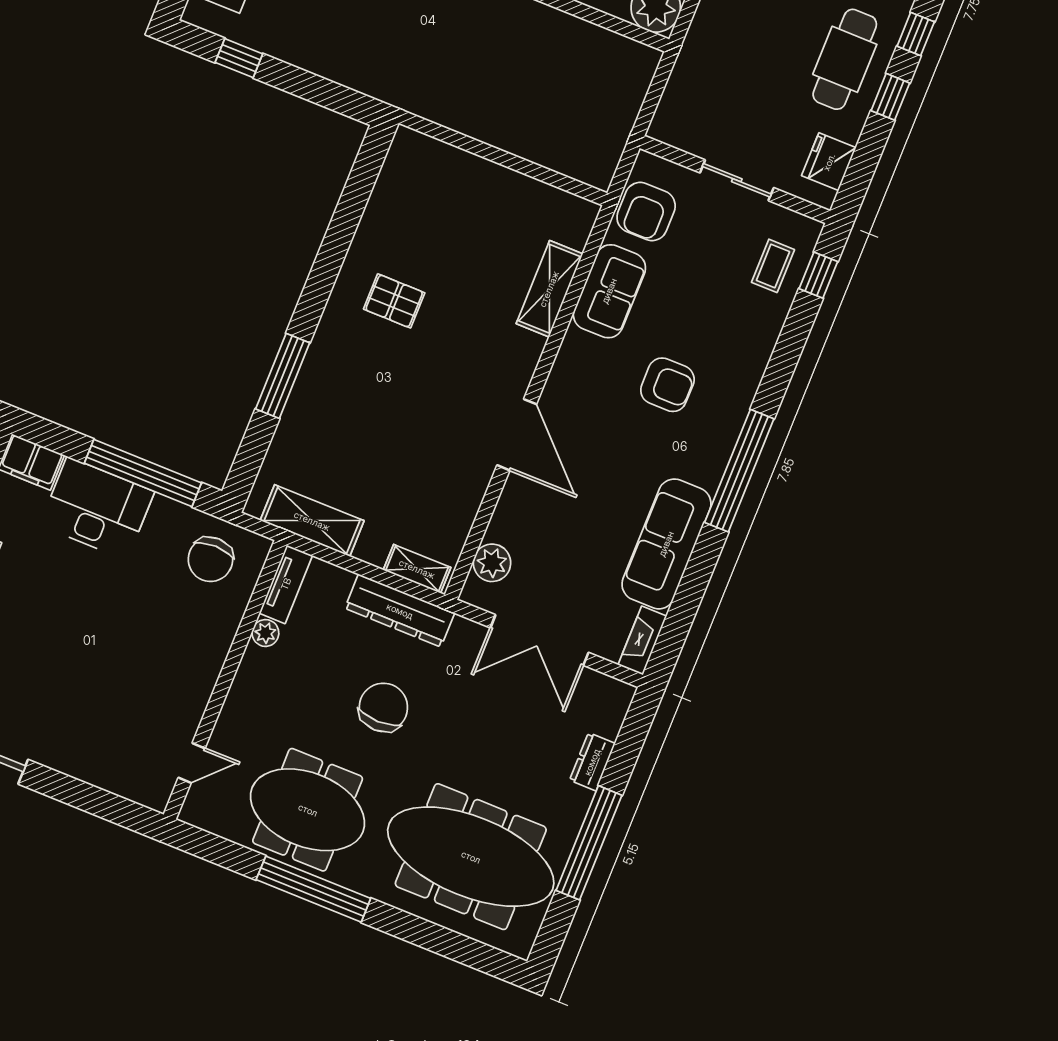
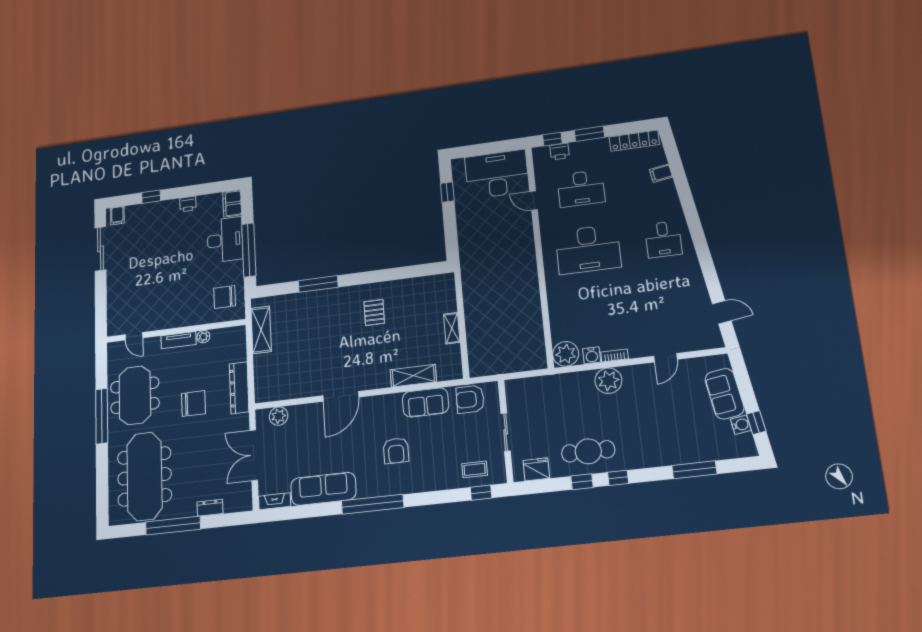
shelving: (417, 569) -> (452, 328), moved
tv unit: (286, 584) -> (179, 340), moved

